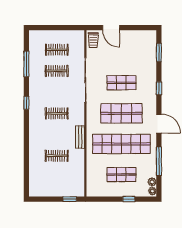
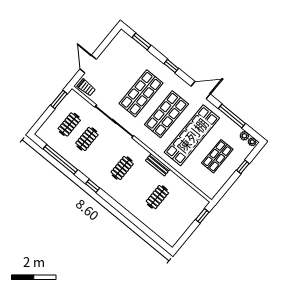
window: (68, 28) -> (59, 100), added
door: (111, 28) -> (88, 64), swing flipped
window: (26, 64) -> (60, 159), width x1.46
shop shelf: (121, 83) -> (141, 93), width x1.43, depth x1.36

